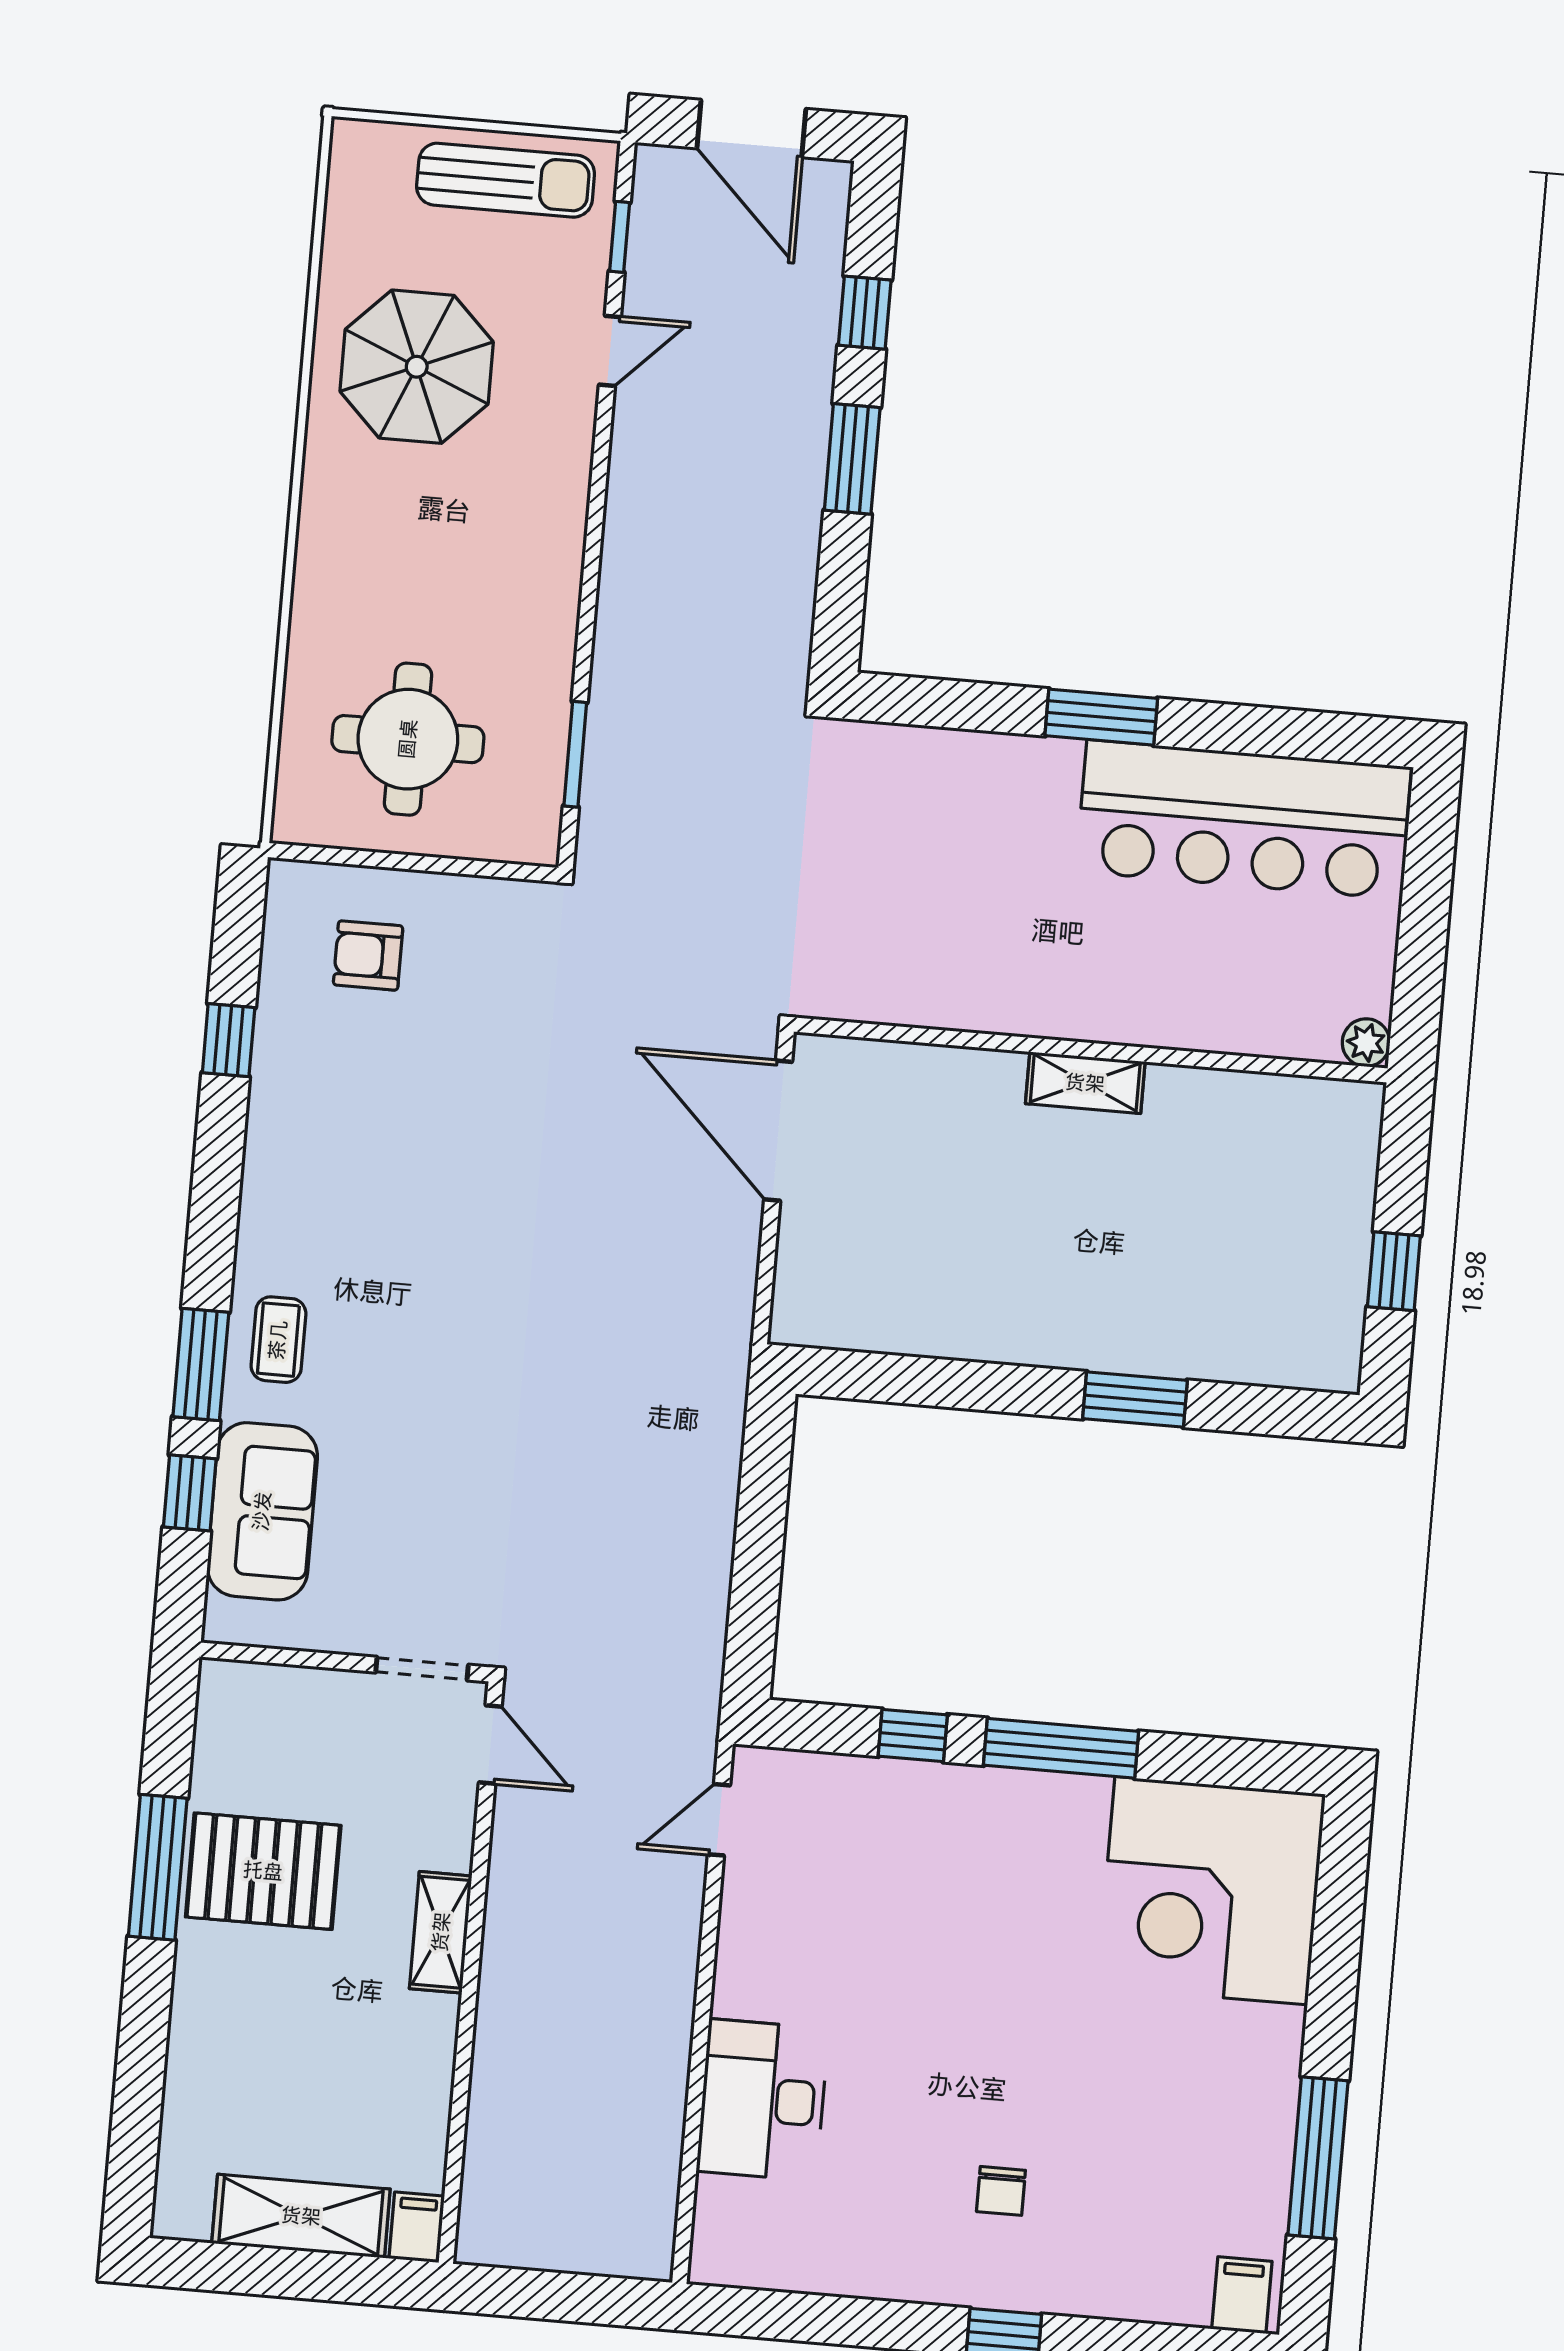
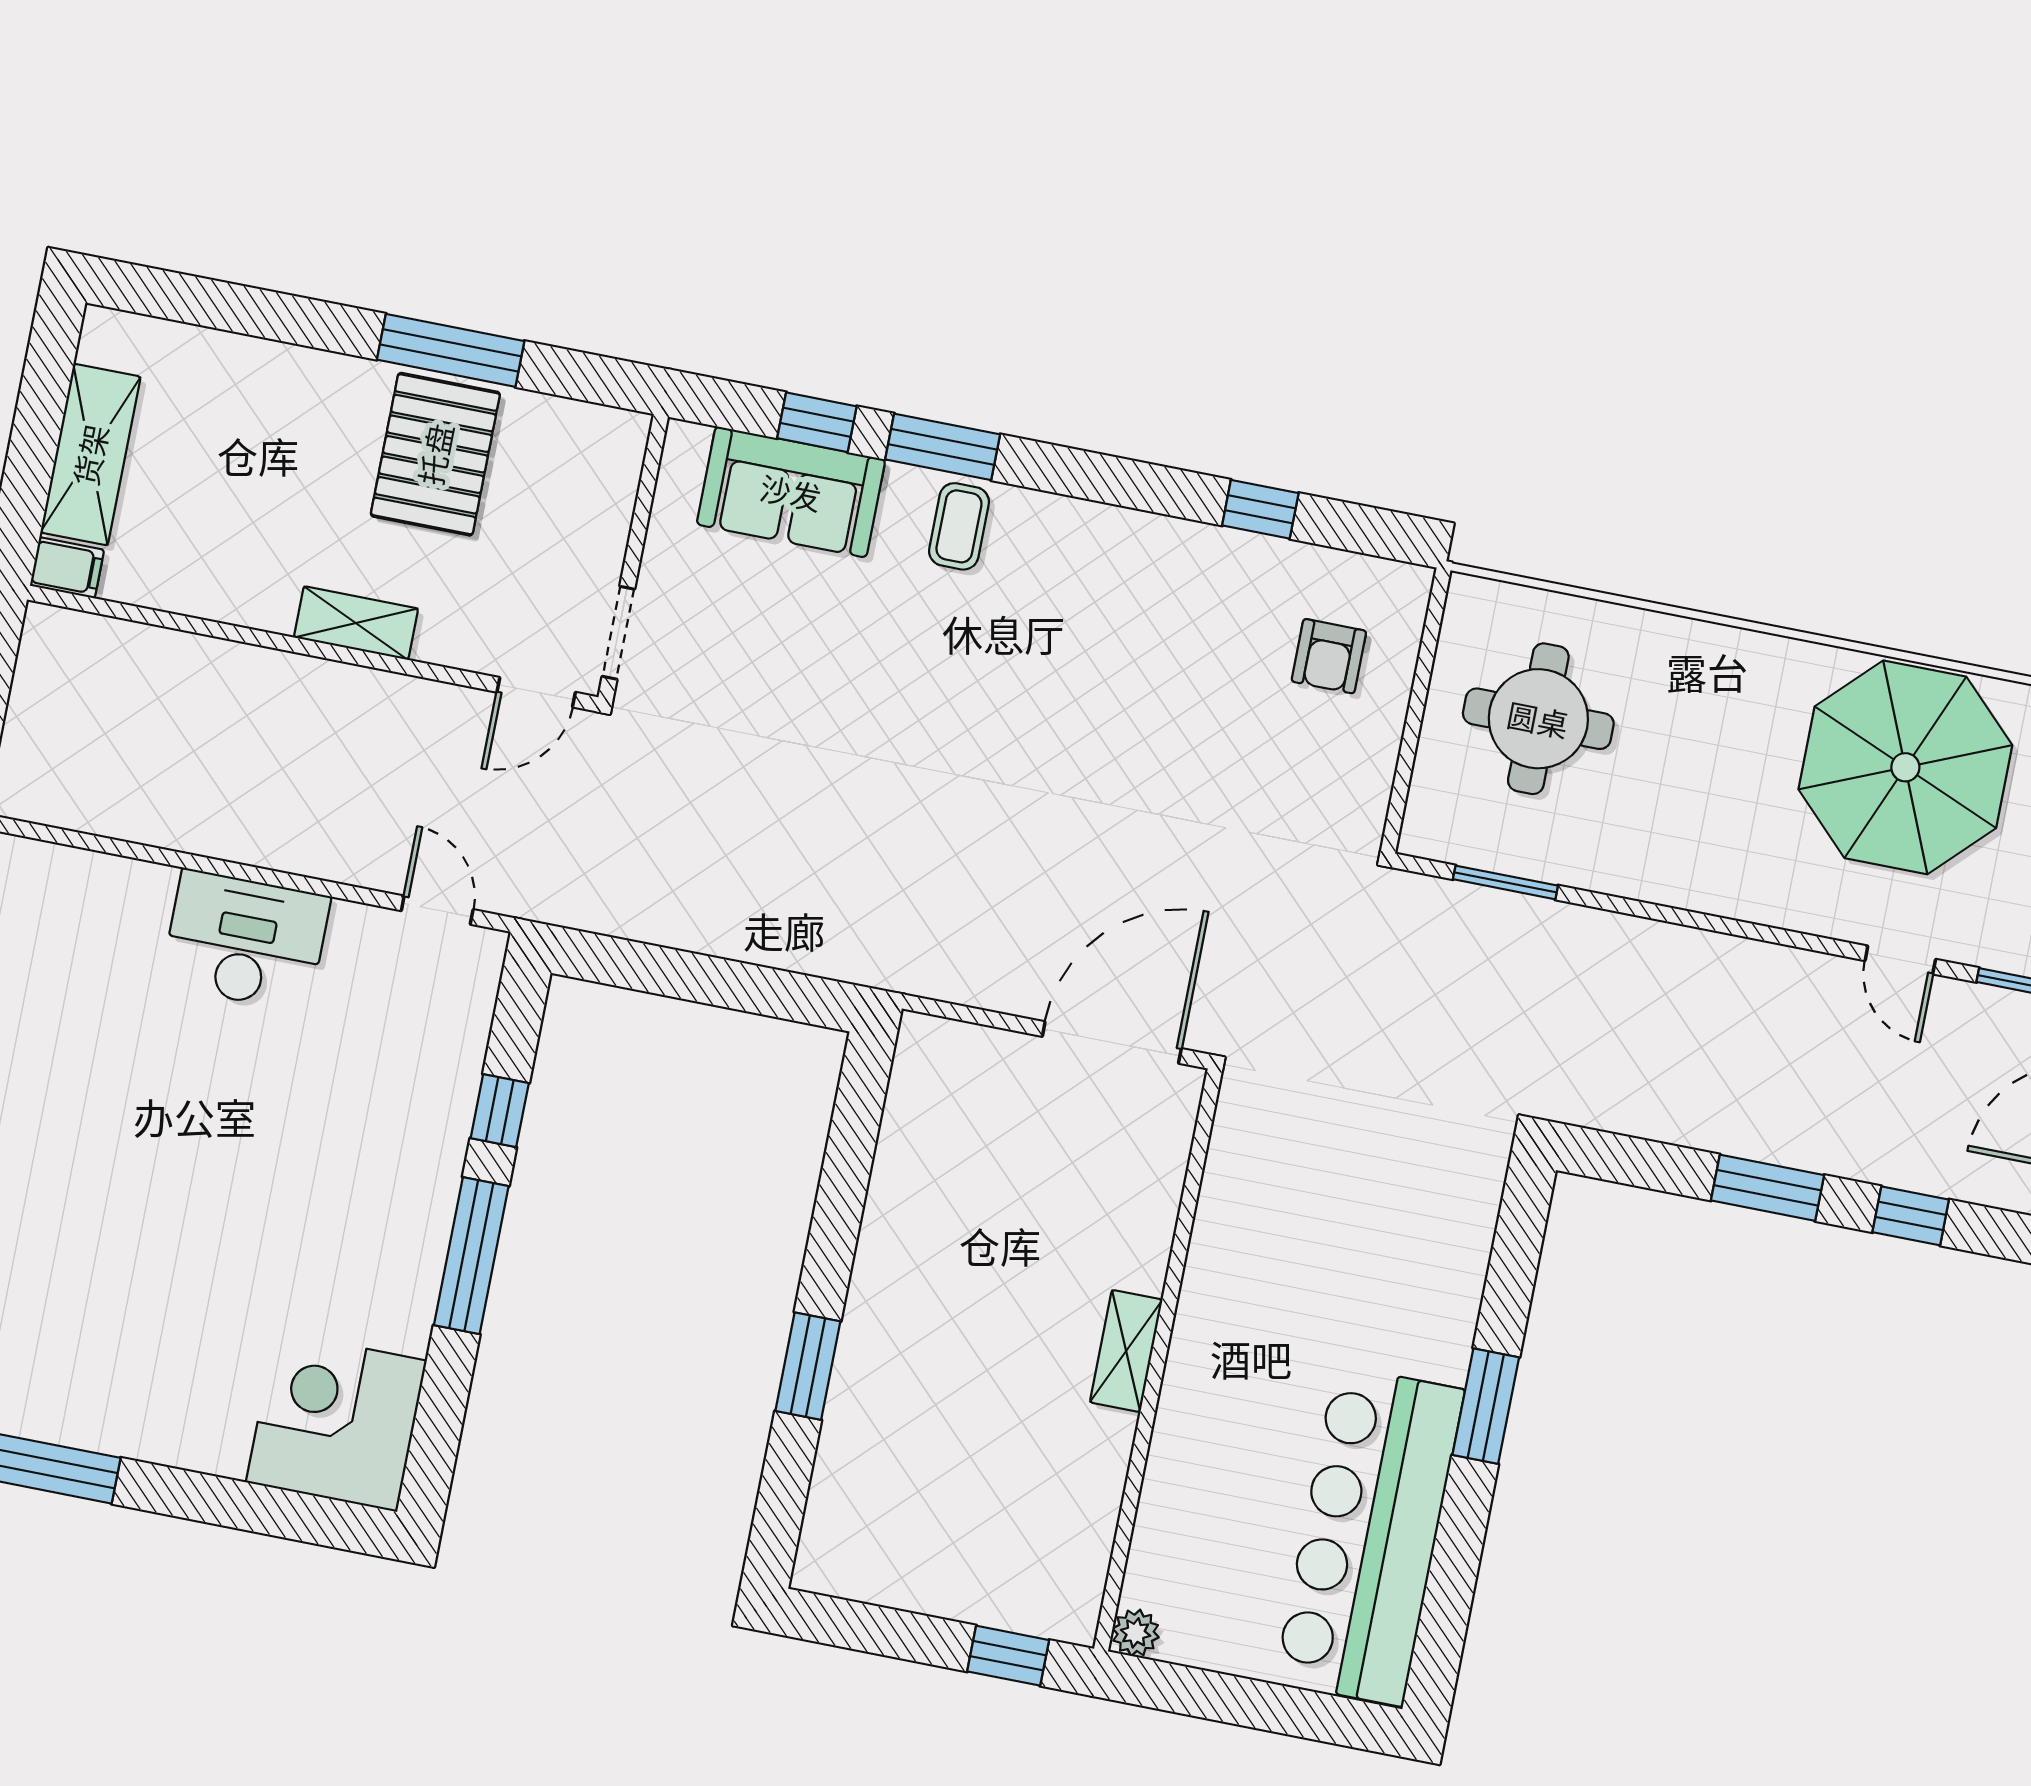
parasol: (417, 367) -> (1905, 767), width x1.36, depth x1.36
armchair: (368, 955) -> (1329, 656), turned 180
window: (1394, 1271) -> (1008, 1656), moved
coffee table: (278, 1340) -> (959, 526), turned 90
corner desk: (1211, 1891) -> (336, 1421), width x0.74, depth x0.74
desk: (763, 2100) -> (245, 941), moved
chair: (1001, 2191) -> (40, 1149), removed

